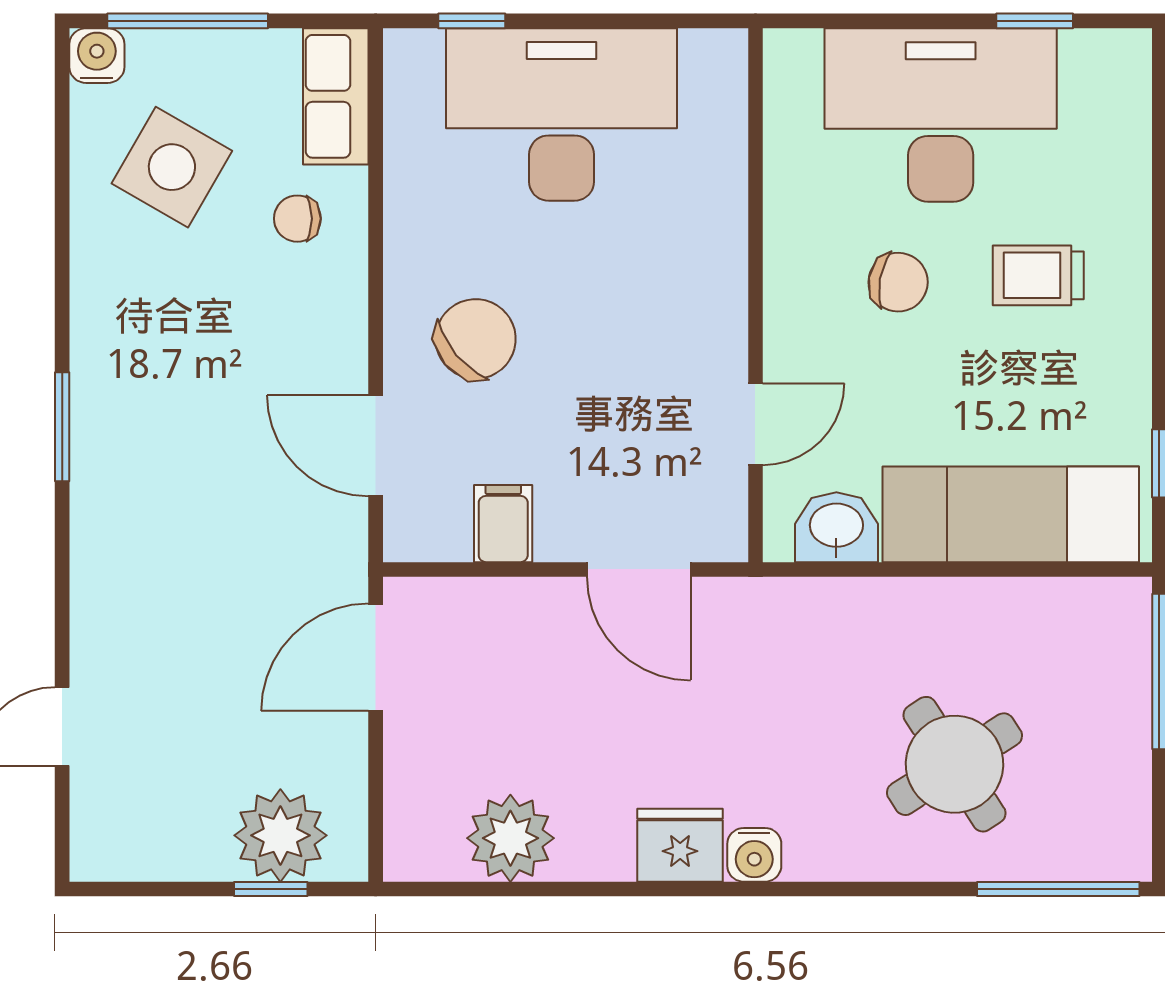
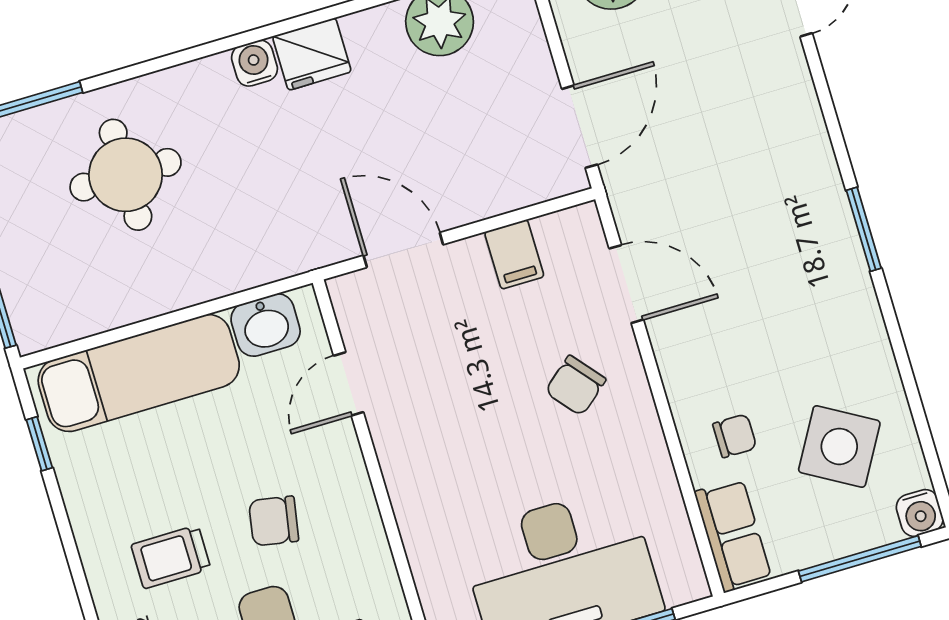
trolley: (1038, 275) -> (171, 557), turned 180
chair: (476, 339) -> (575, 386), width x0.73, depth x0.73
round table: (954, 764) -> (126, 175), turned 33

